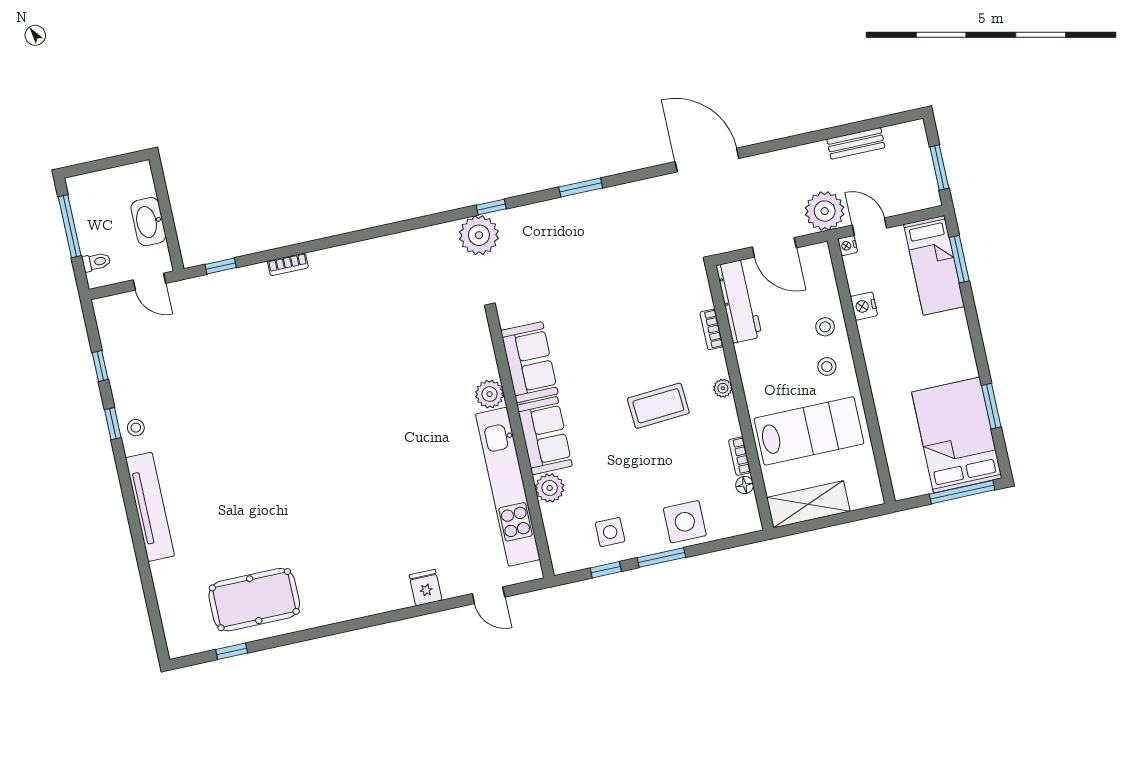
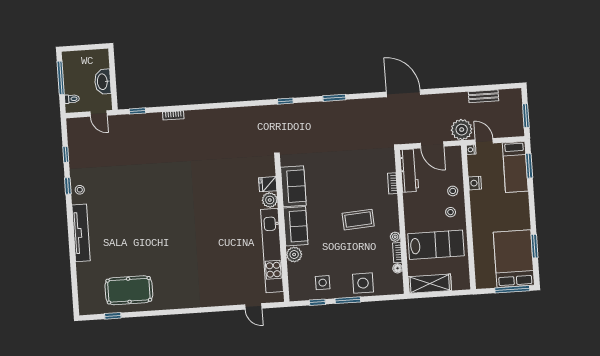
plant: (479, 235) -> (277, 115), removed
plant: (723, 388) -> (395, 237), moved
fridge: (426, 588) -> (268, 184), moved, turned -90

